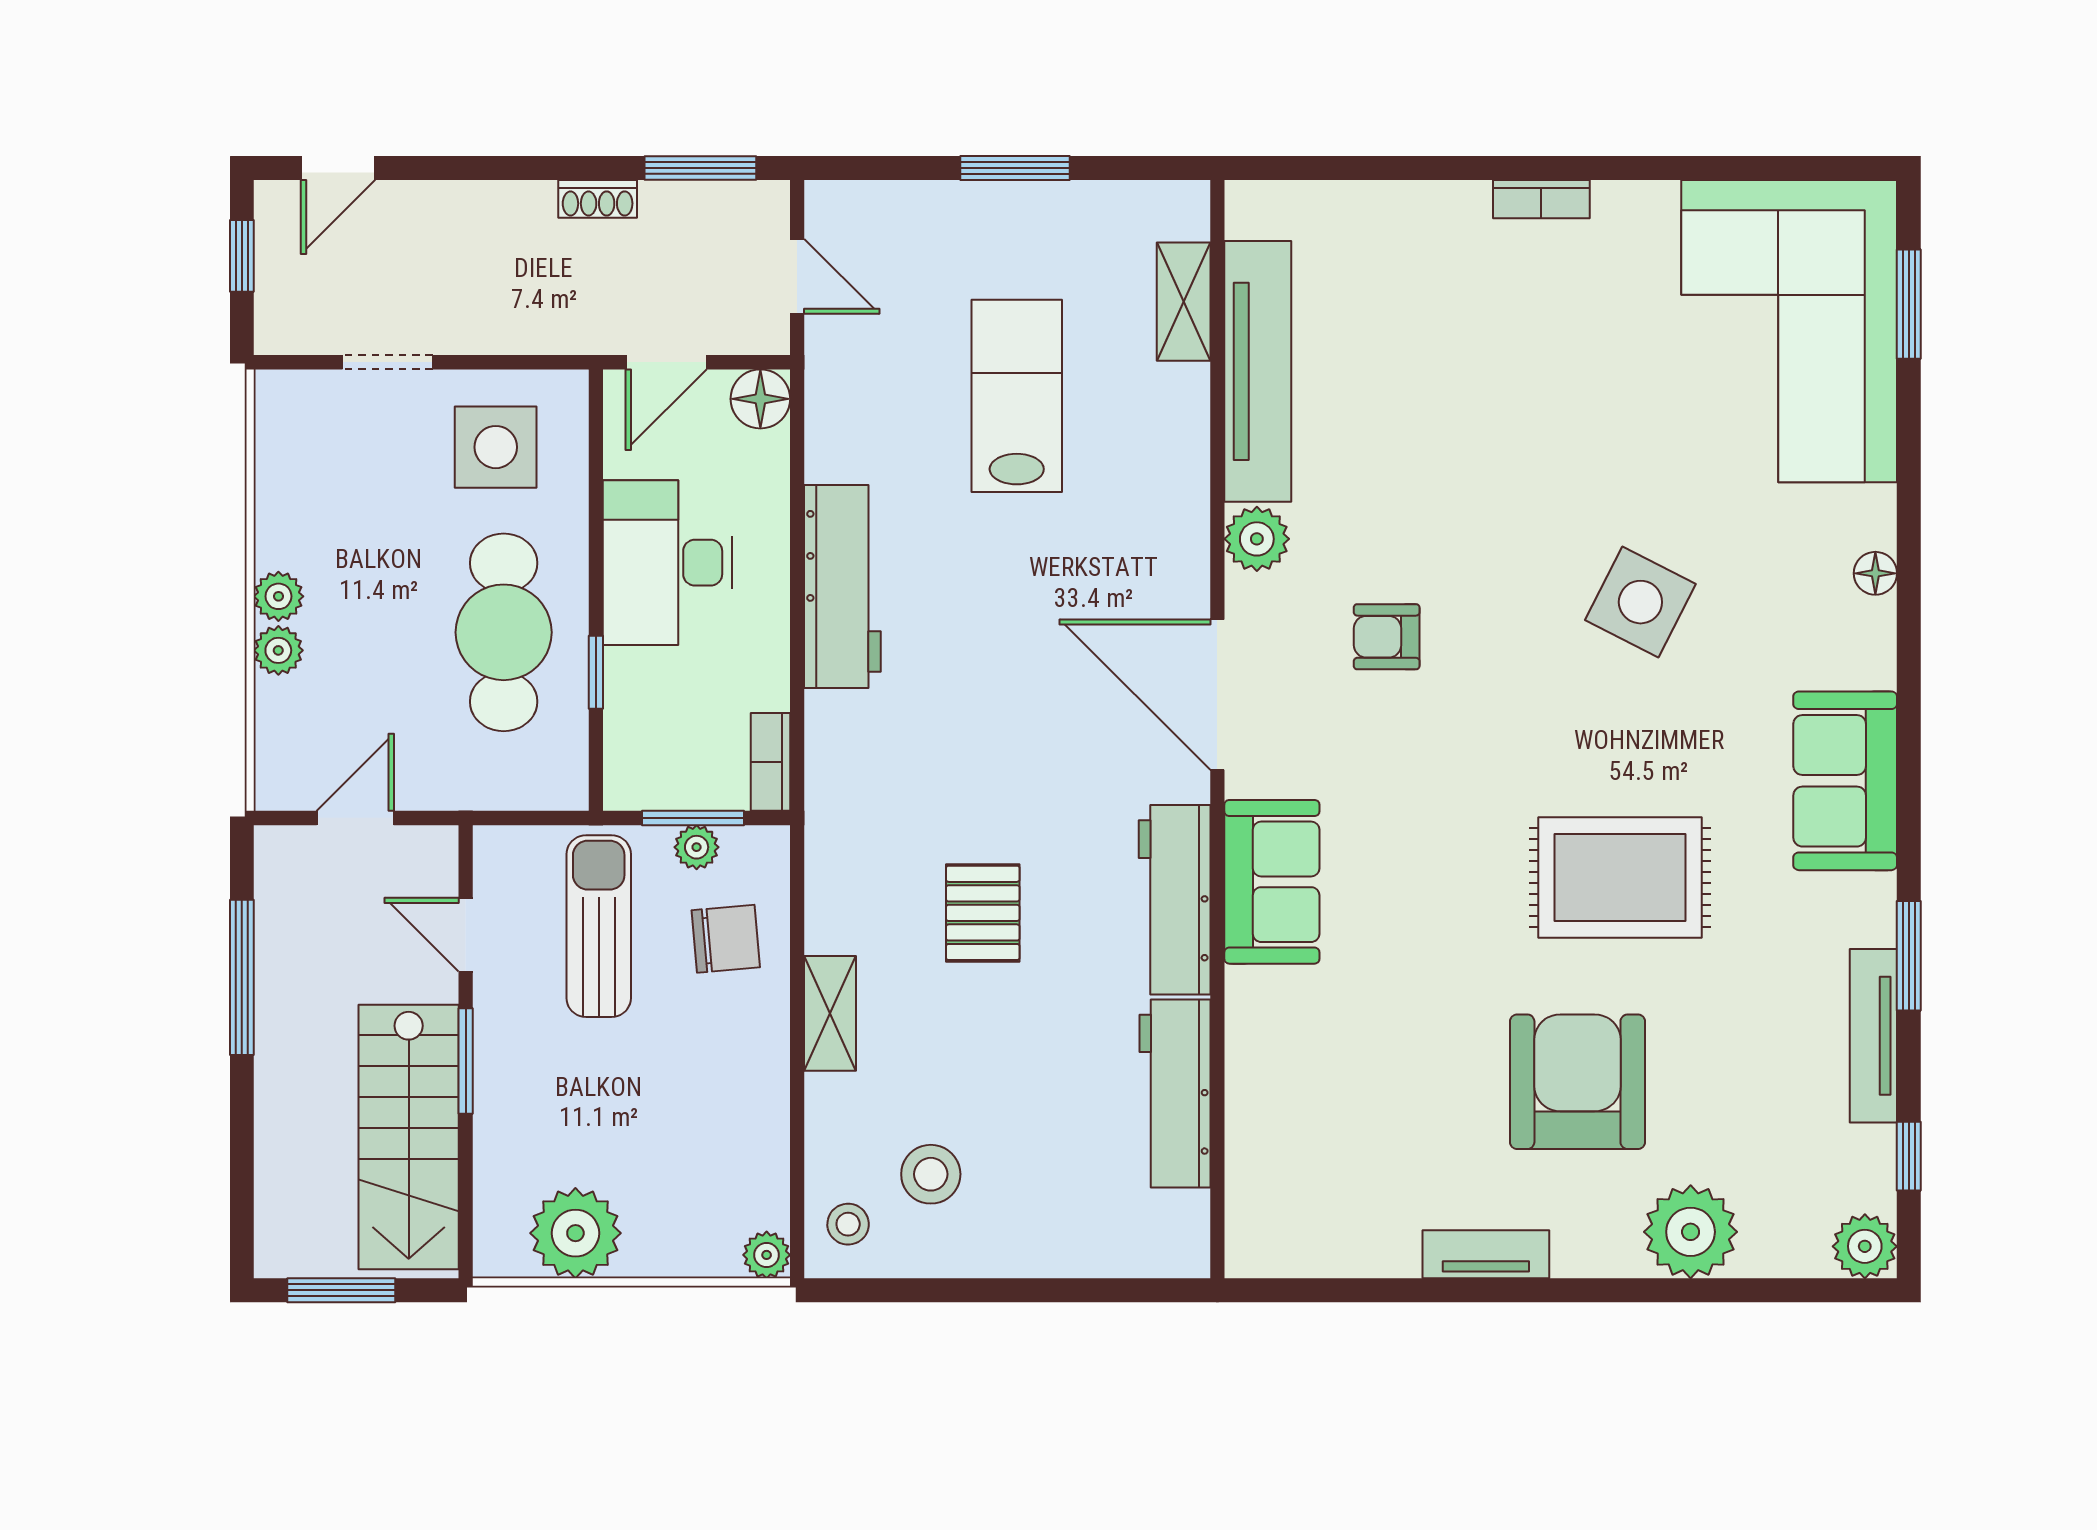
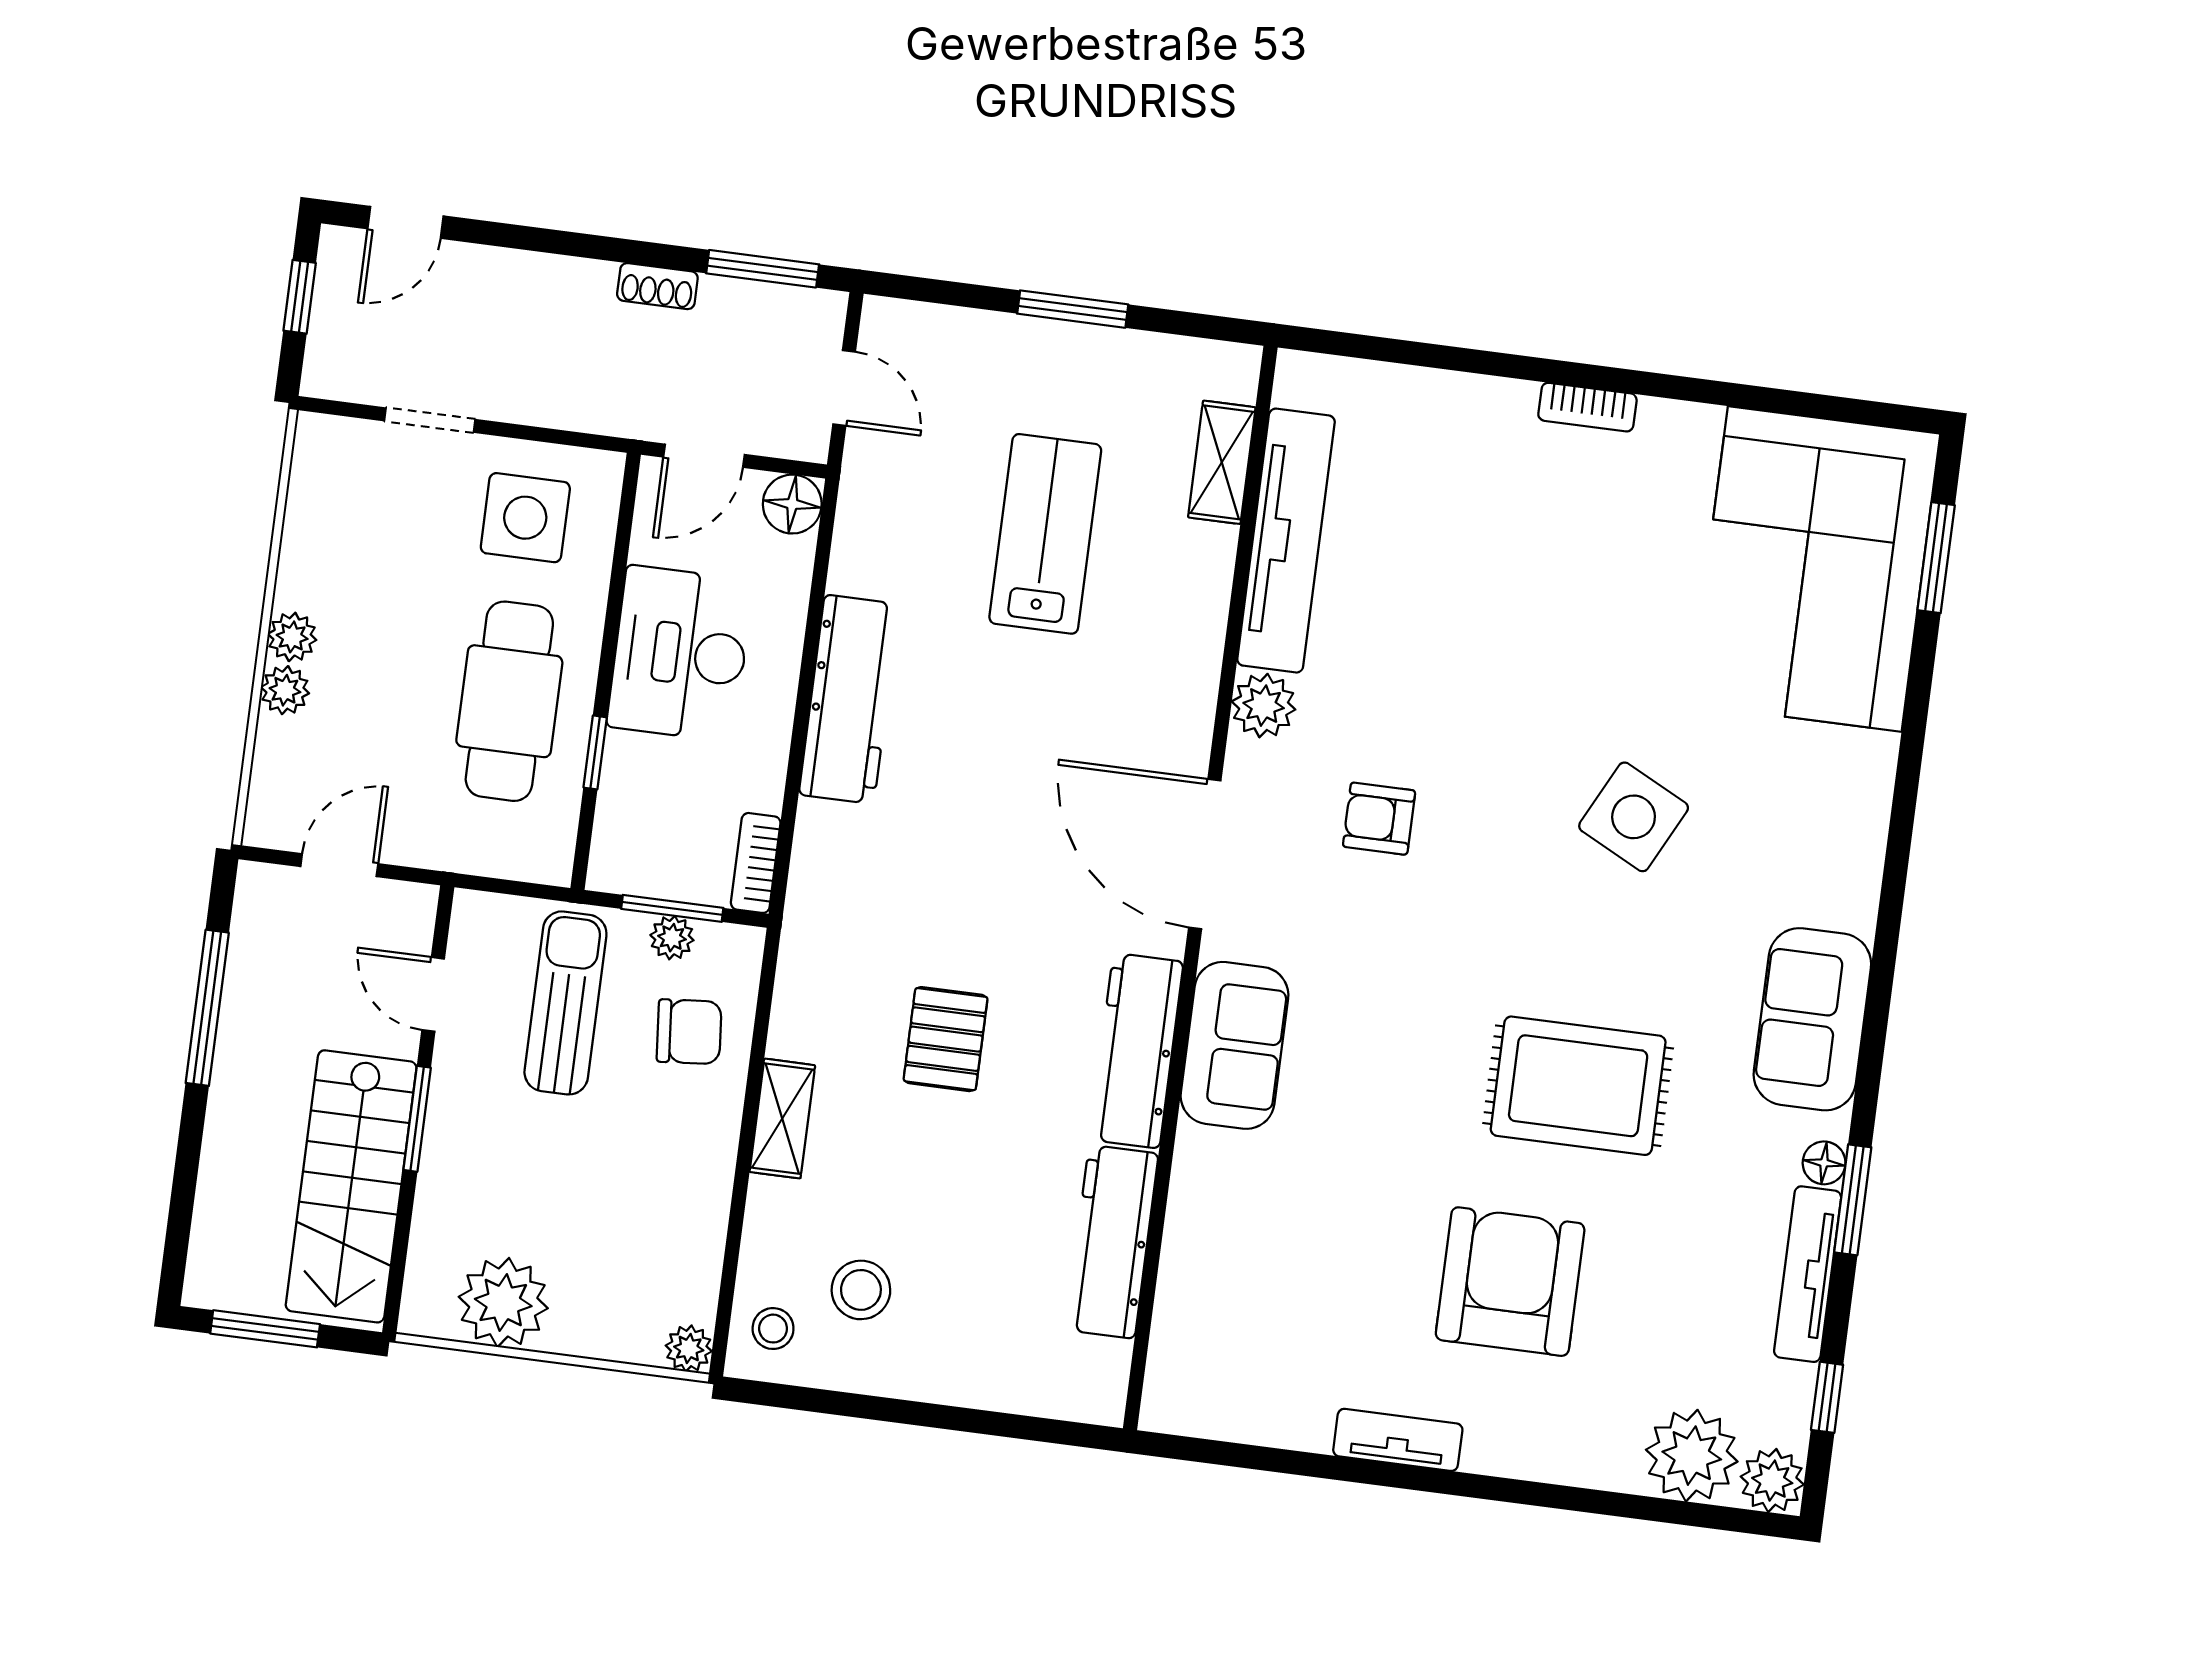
floor lamp: (1875, 573) -> (1824, 1163), moved
plant: (1691, 1232) -> (1692, 1456), moved

